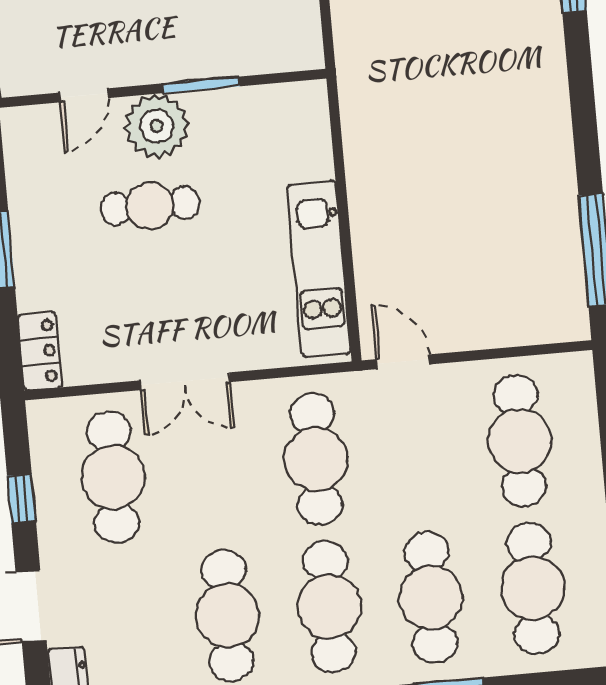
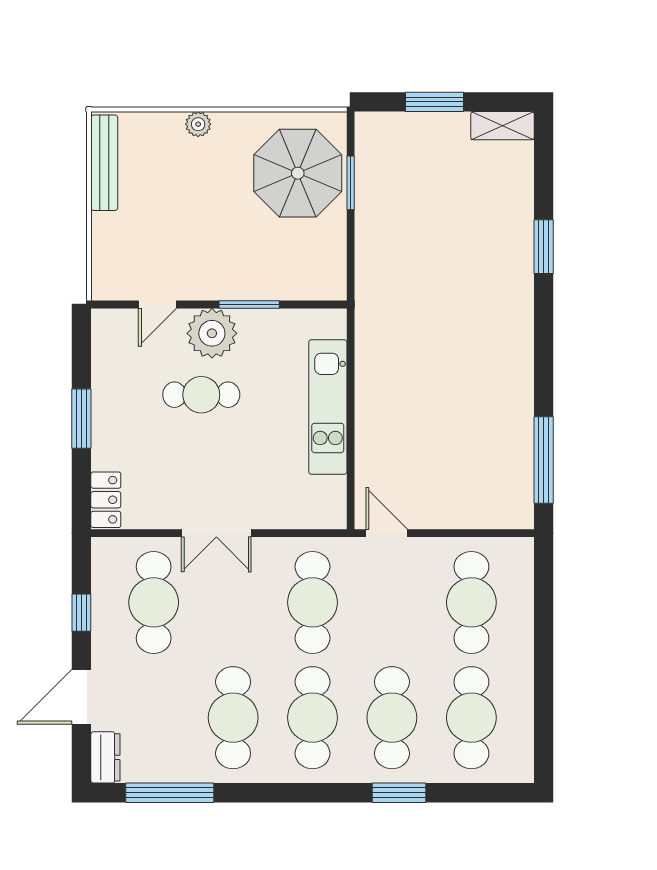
kitchen unit: (319, 269) -> (328, 407), moved

